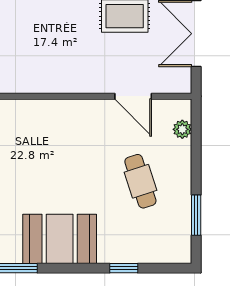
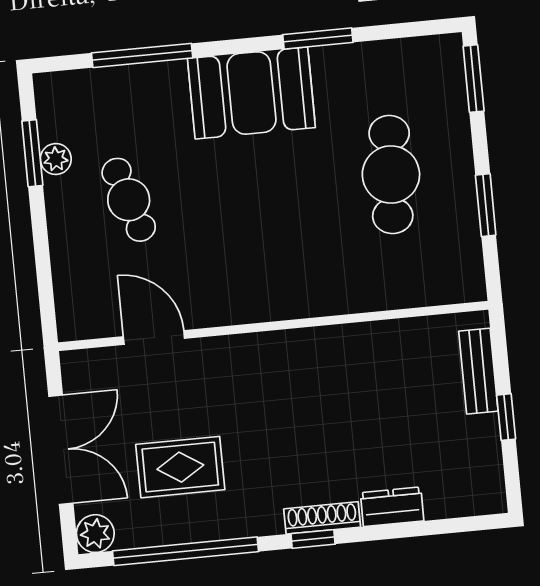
plant: (182, 129) -> (56, 159), moved
window: (124, 268) -> (142, 55), width x2.17

